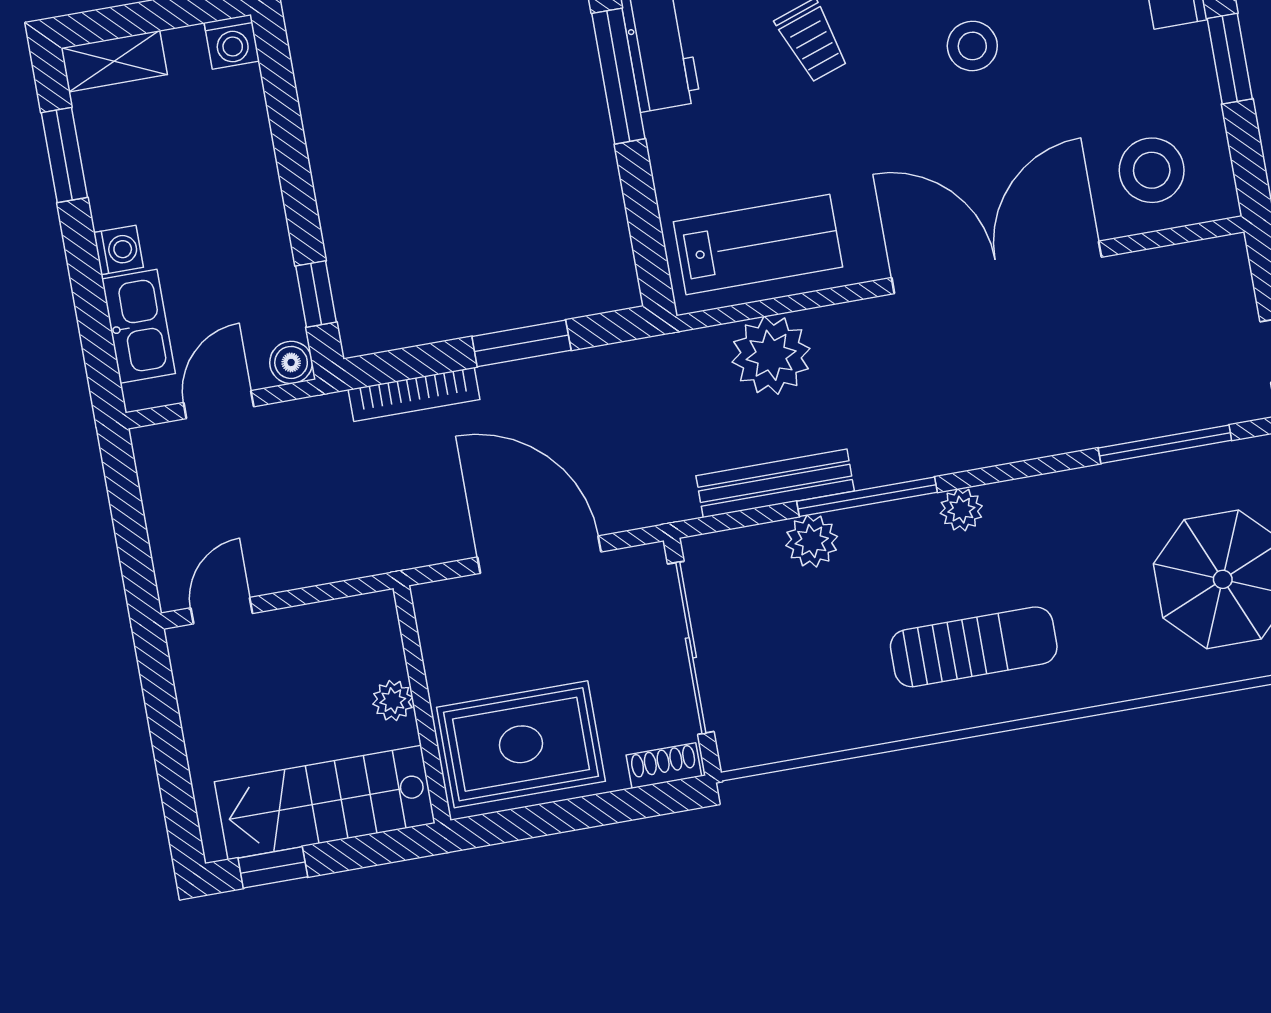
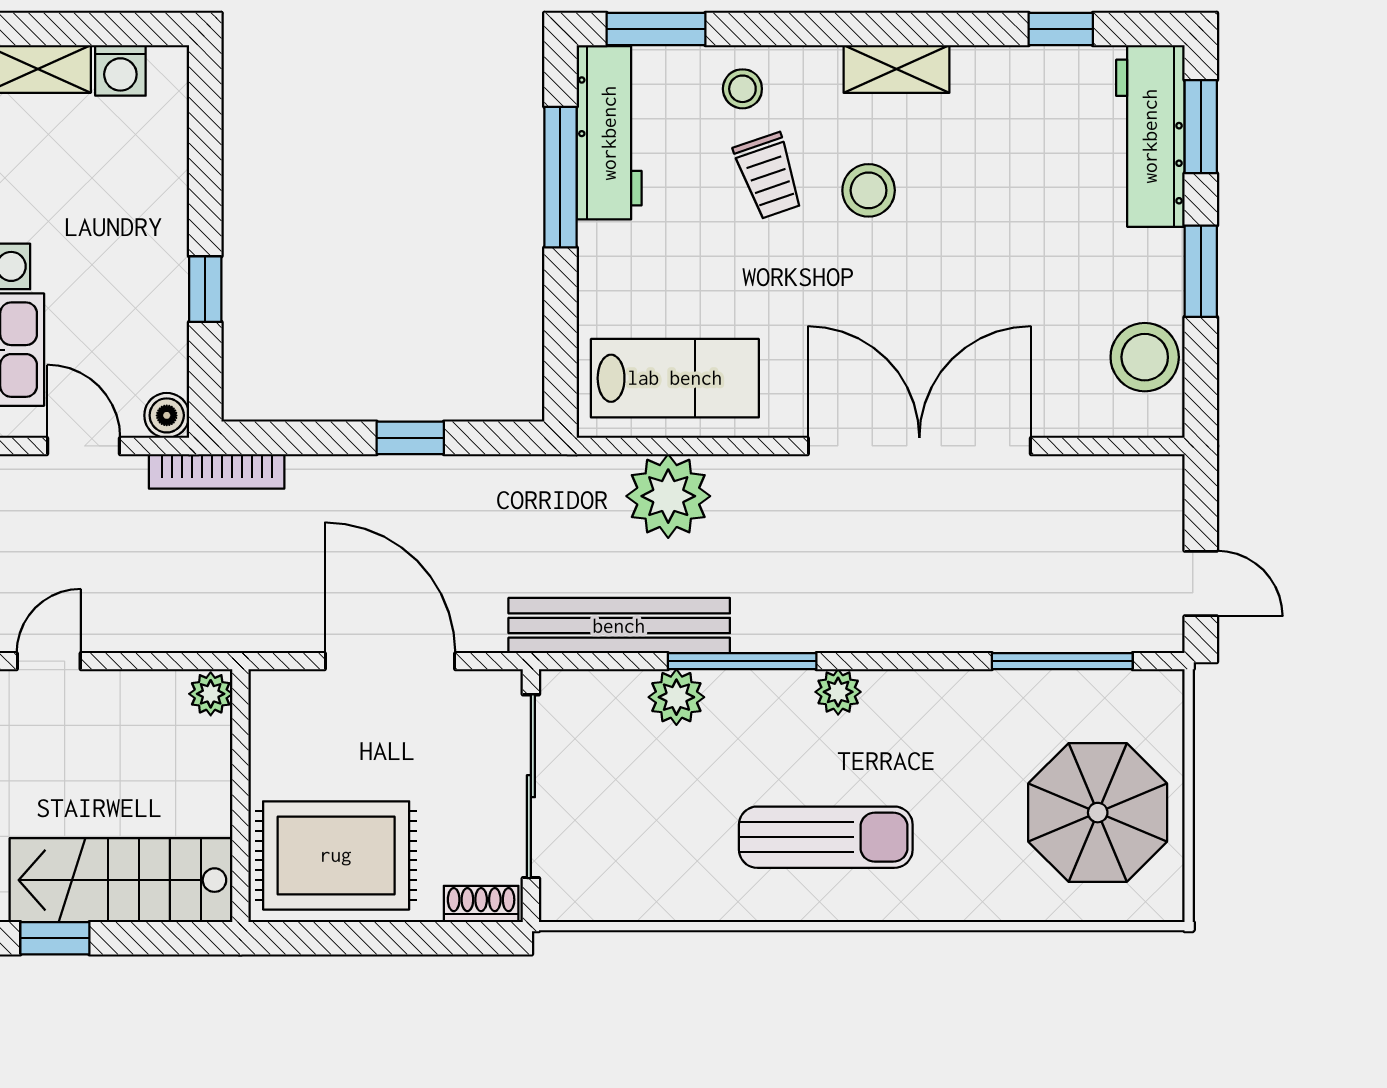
washing machine: (232, 42) -> (120, 70), moved
stool: (972, 46) -> (869, 190), moved
stool: (1152, 170) -> (1145, 357), moved
window: (316, 294) -> (205, 289), moved
window: (521, 343) -> (410, 438), width x0.67
bookcase: (414, 394) -> (217, 471), moved
door: (219, 405) -> (84, 446), hinge flipped
bench: (775, 483) -> (619, 626), width x1.37, depth x1.21
plant: (393, 701) -> (211, 694), moved

